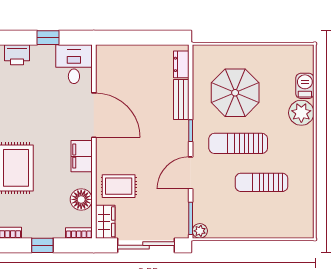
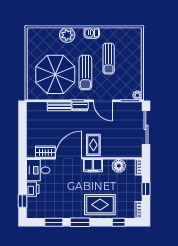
window: (48, 38) -> (22, 201), moved
printer: (17, 55) -> (33, 189), moved
dresser: (181, 64) -> (80, 106), moved
barbecue: (305, 86) -> (92, 33), moved
parasol: (235, 93) -> (55, 74), width x1.36, depth x1.36
rug: (119, 186) -> (93, 145), moved
wardrobe: (105, 222) -> (45, 152), moved

